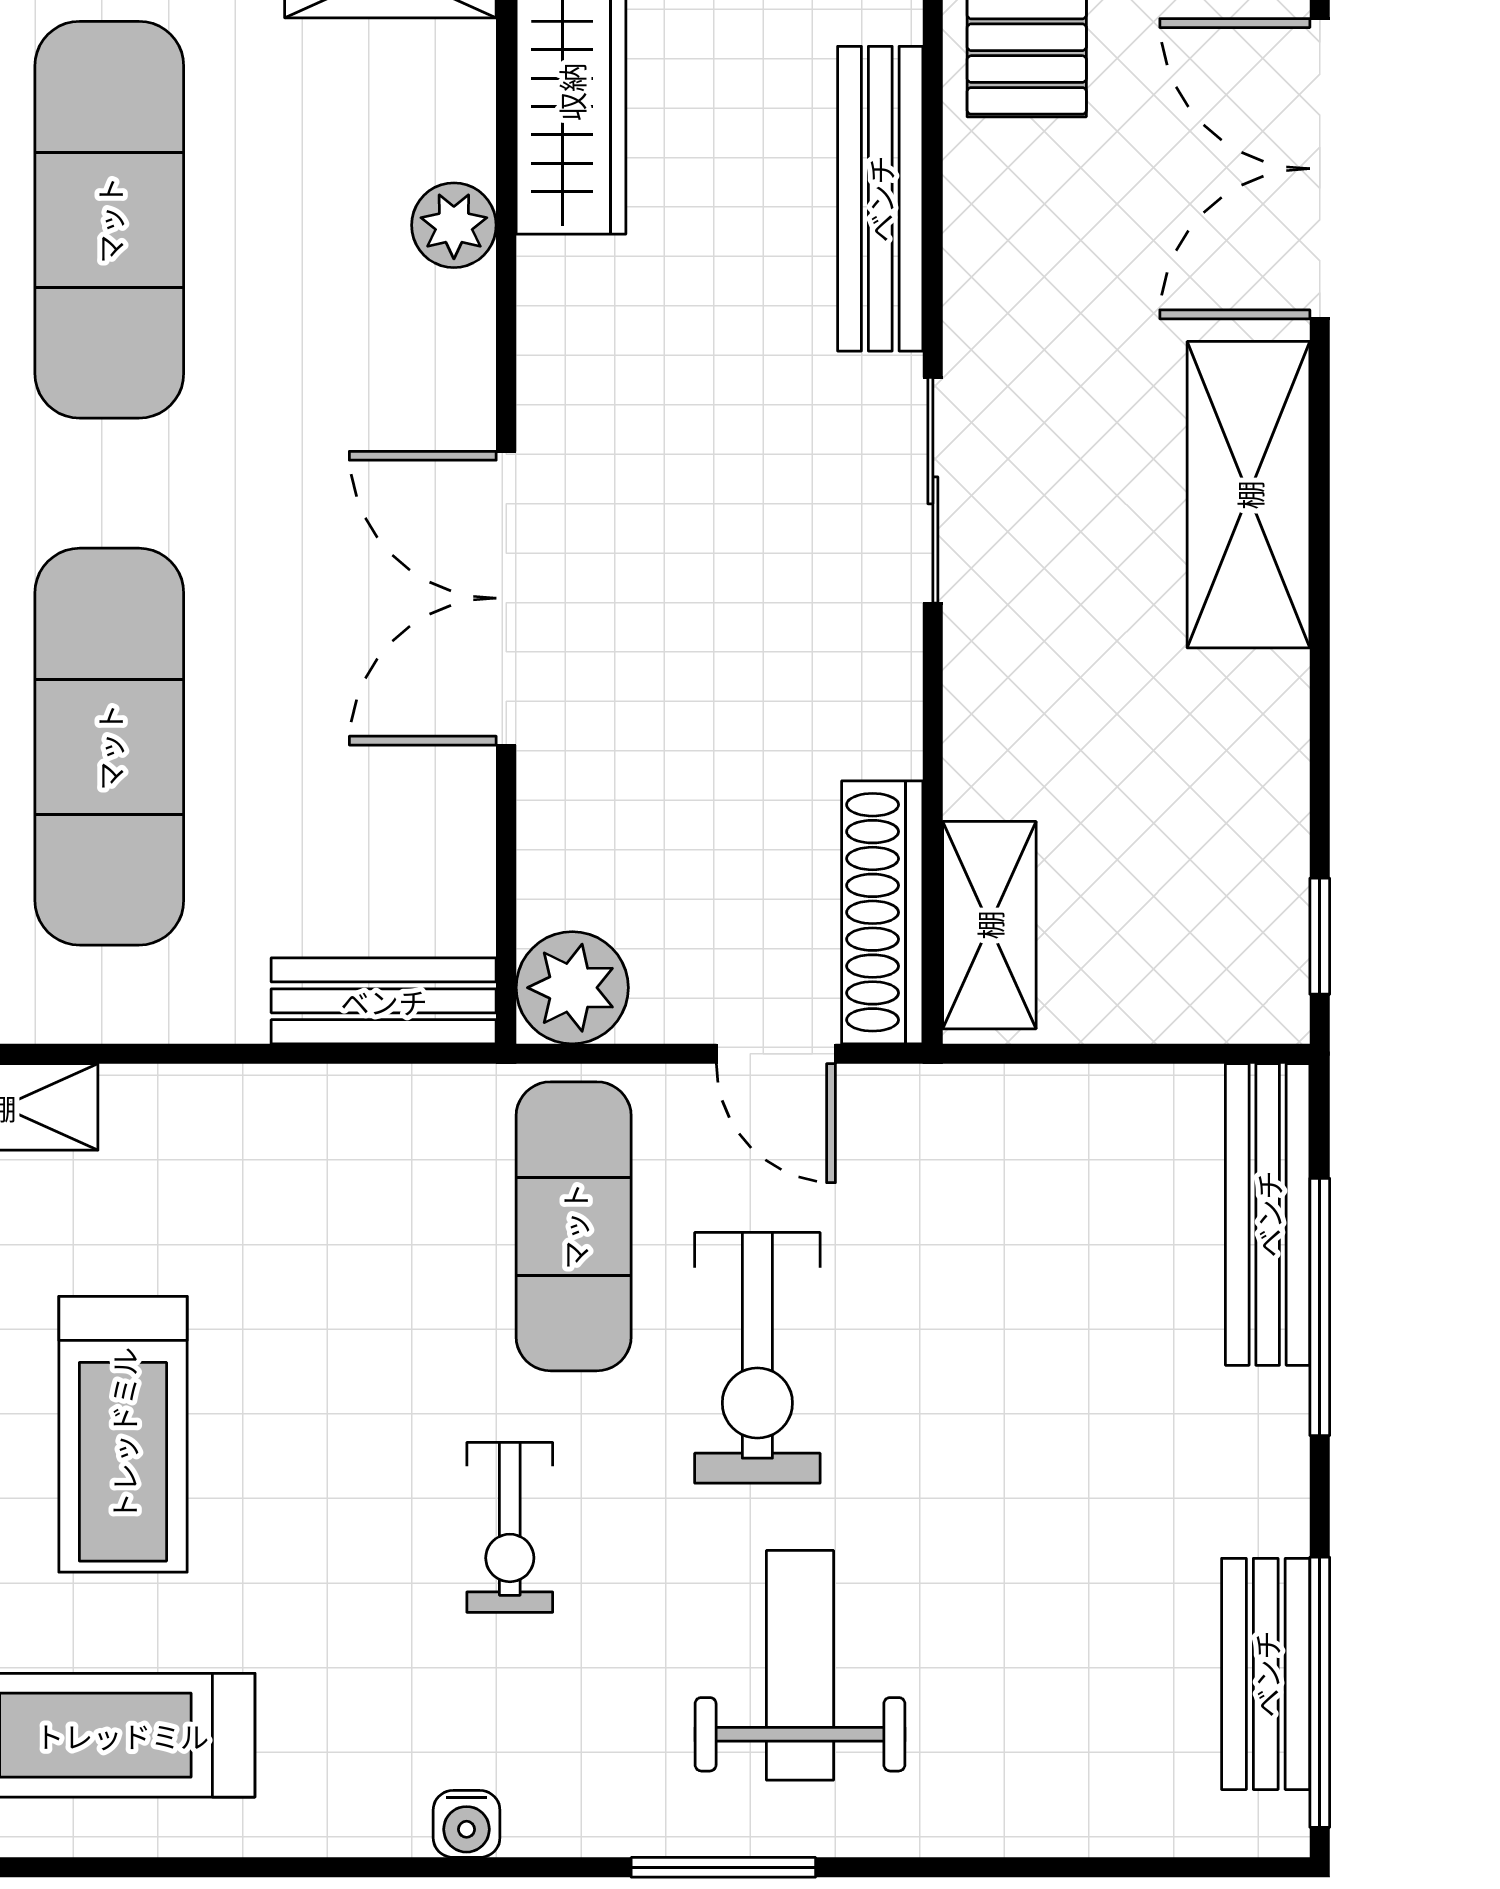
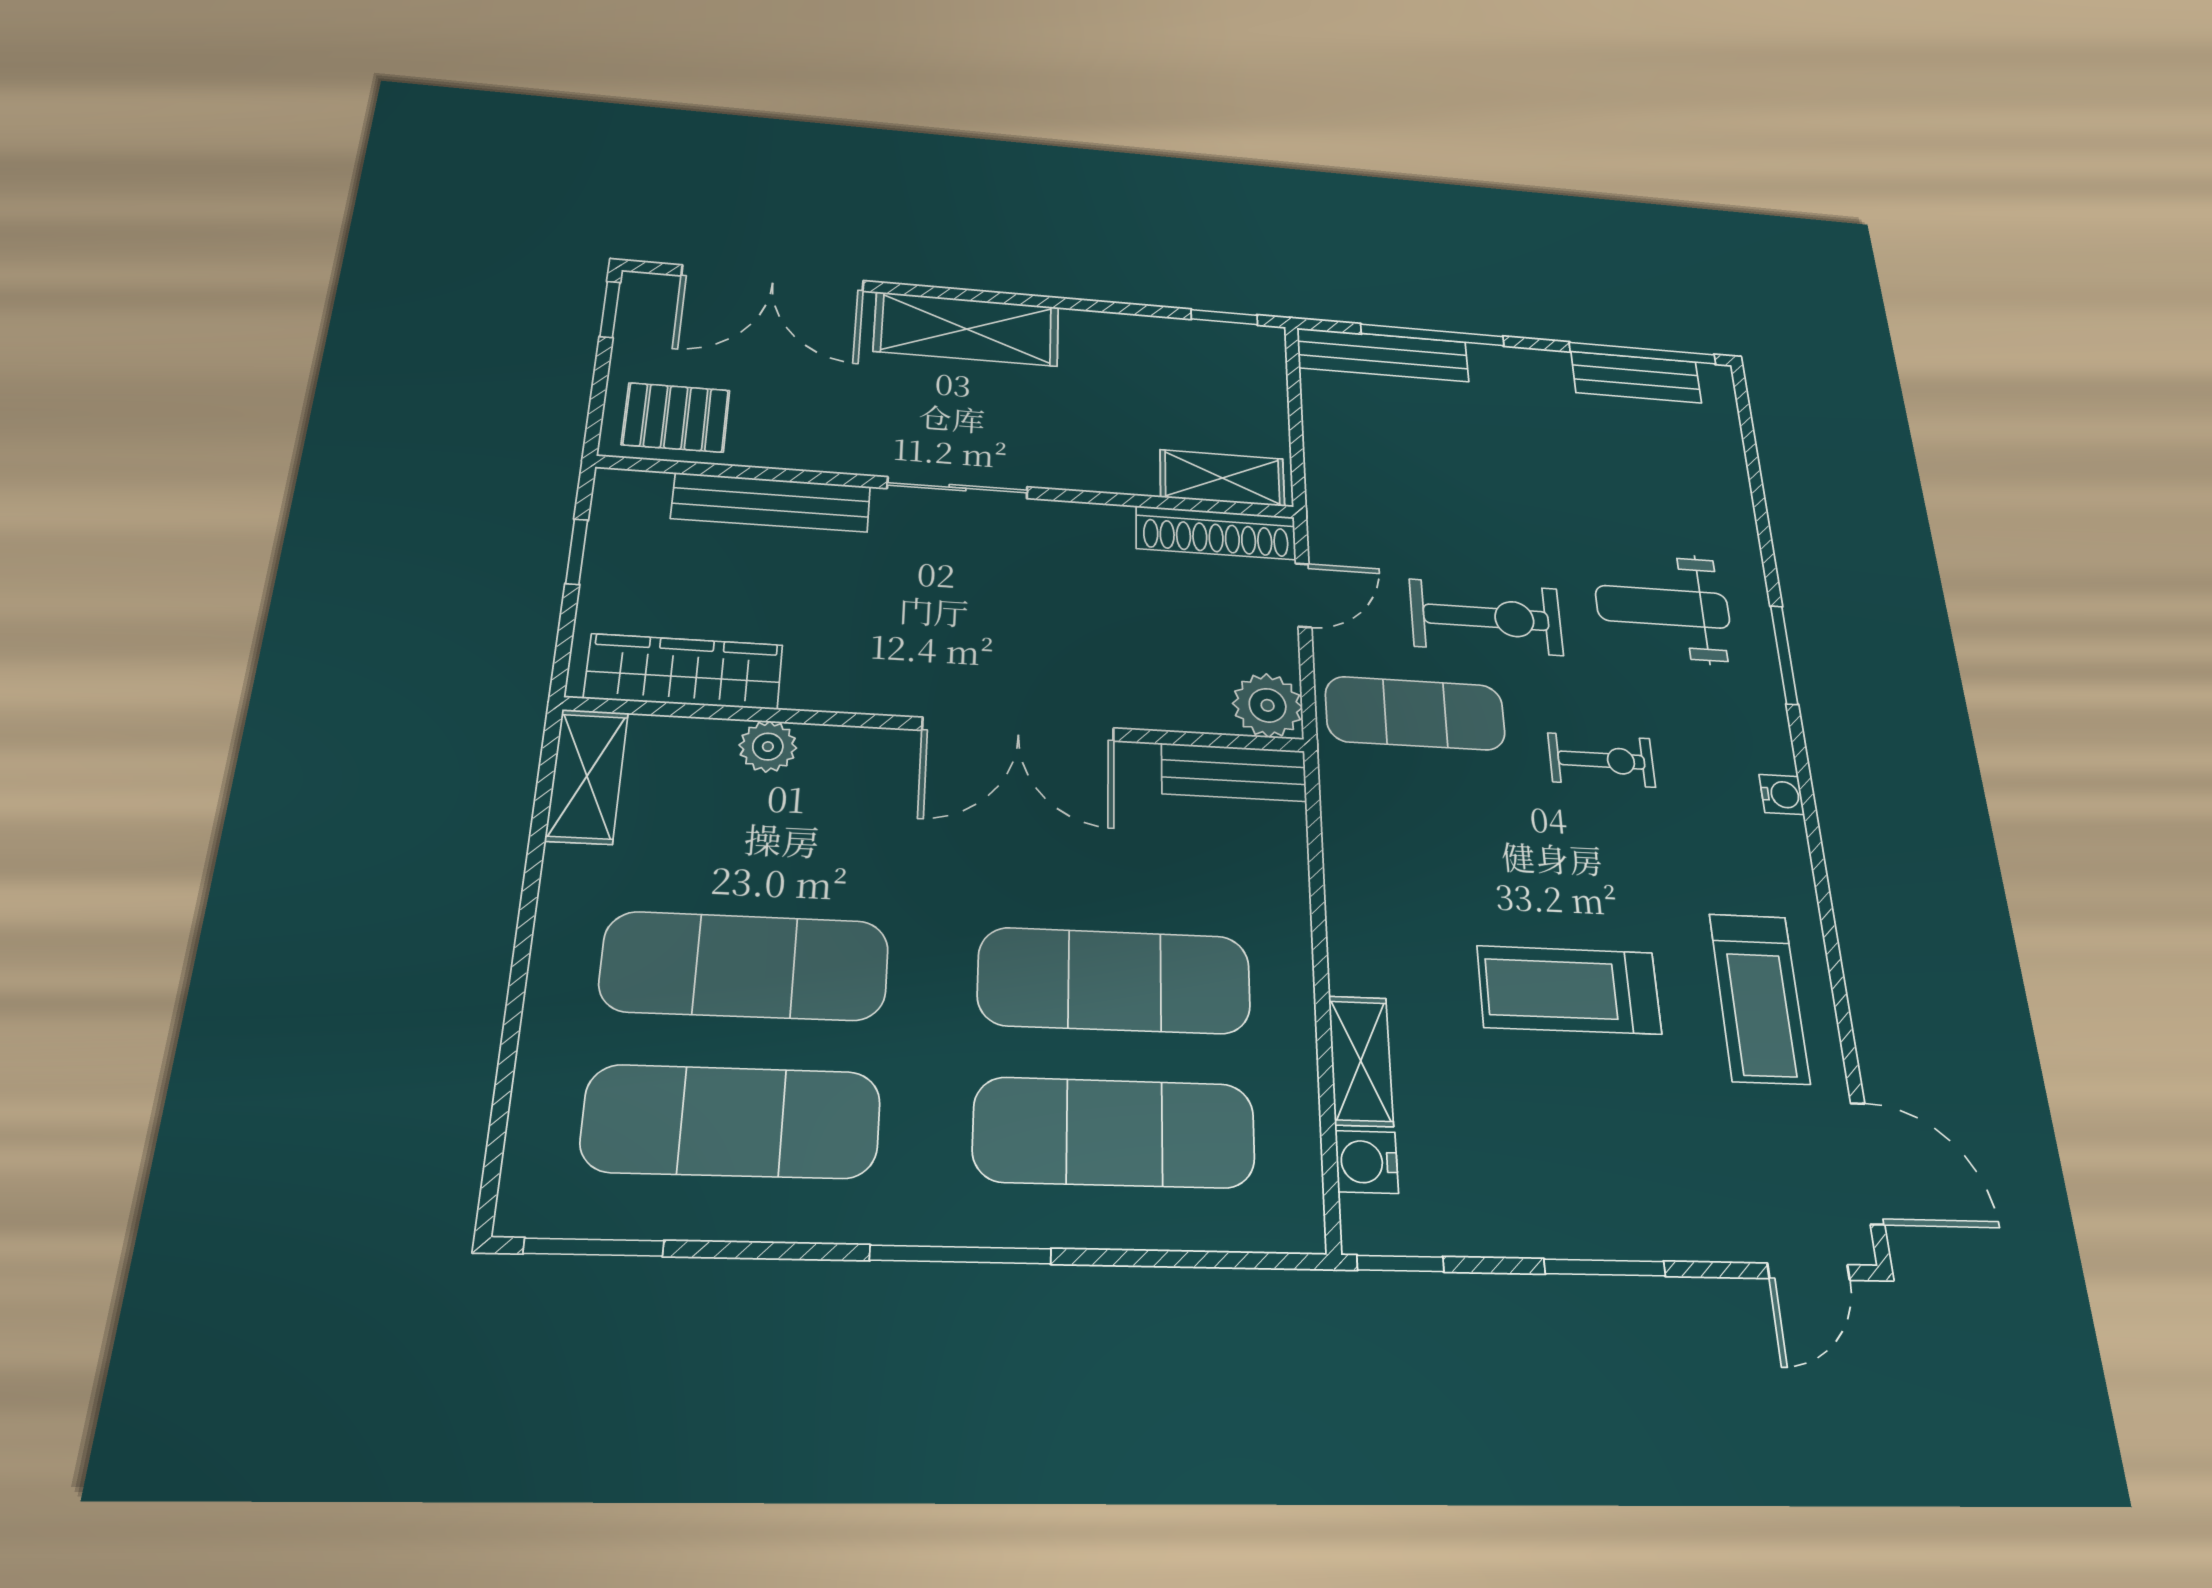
bench: (384, 1001) -> (1234, 772), moved, turned 90
treadmill: (123, 1434) -> (1569, 990), turned 180

